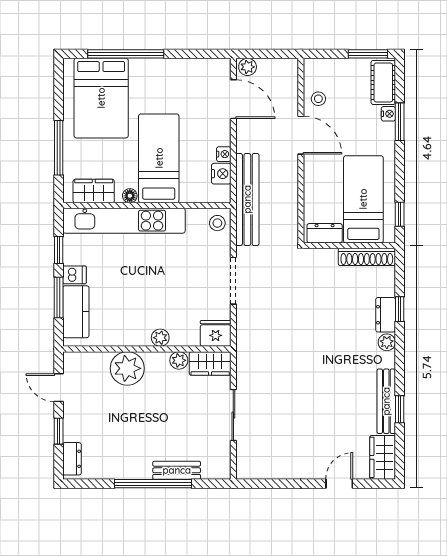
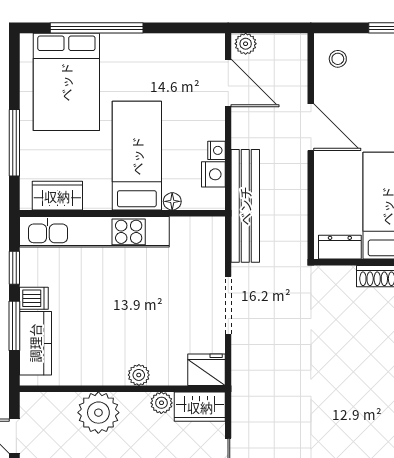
stool: (318, 99) -> (338, 59), moved
floor lamp: (130, 196) -> (172, 201), moved
stool: (217, 223) -> (209, 235), removed

